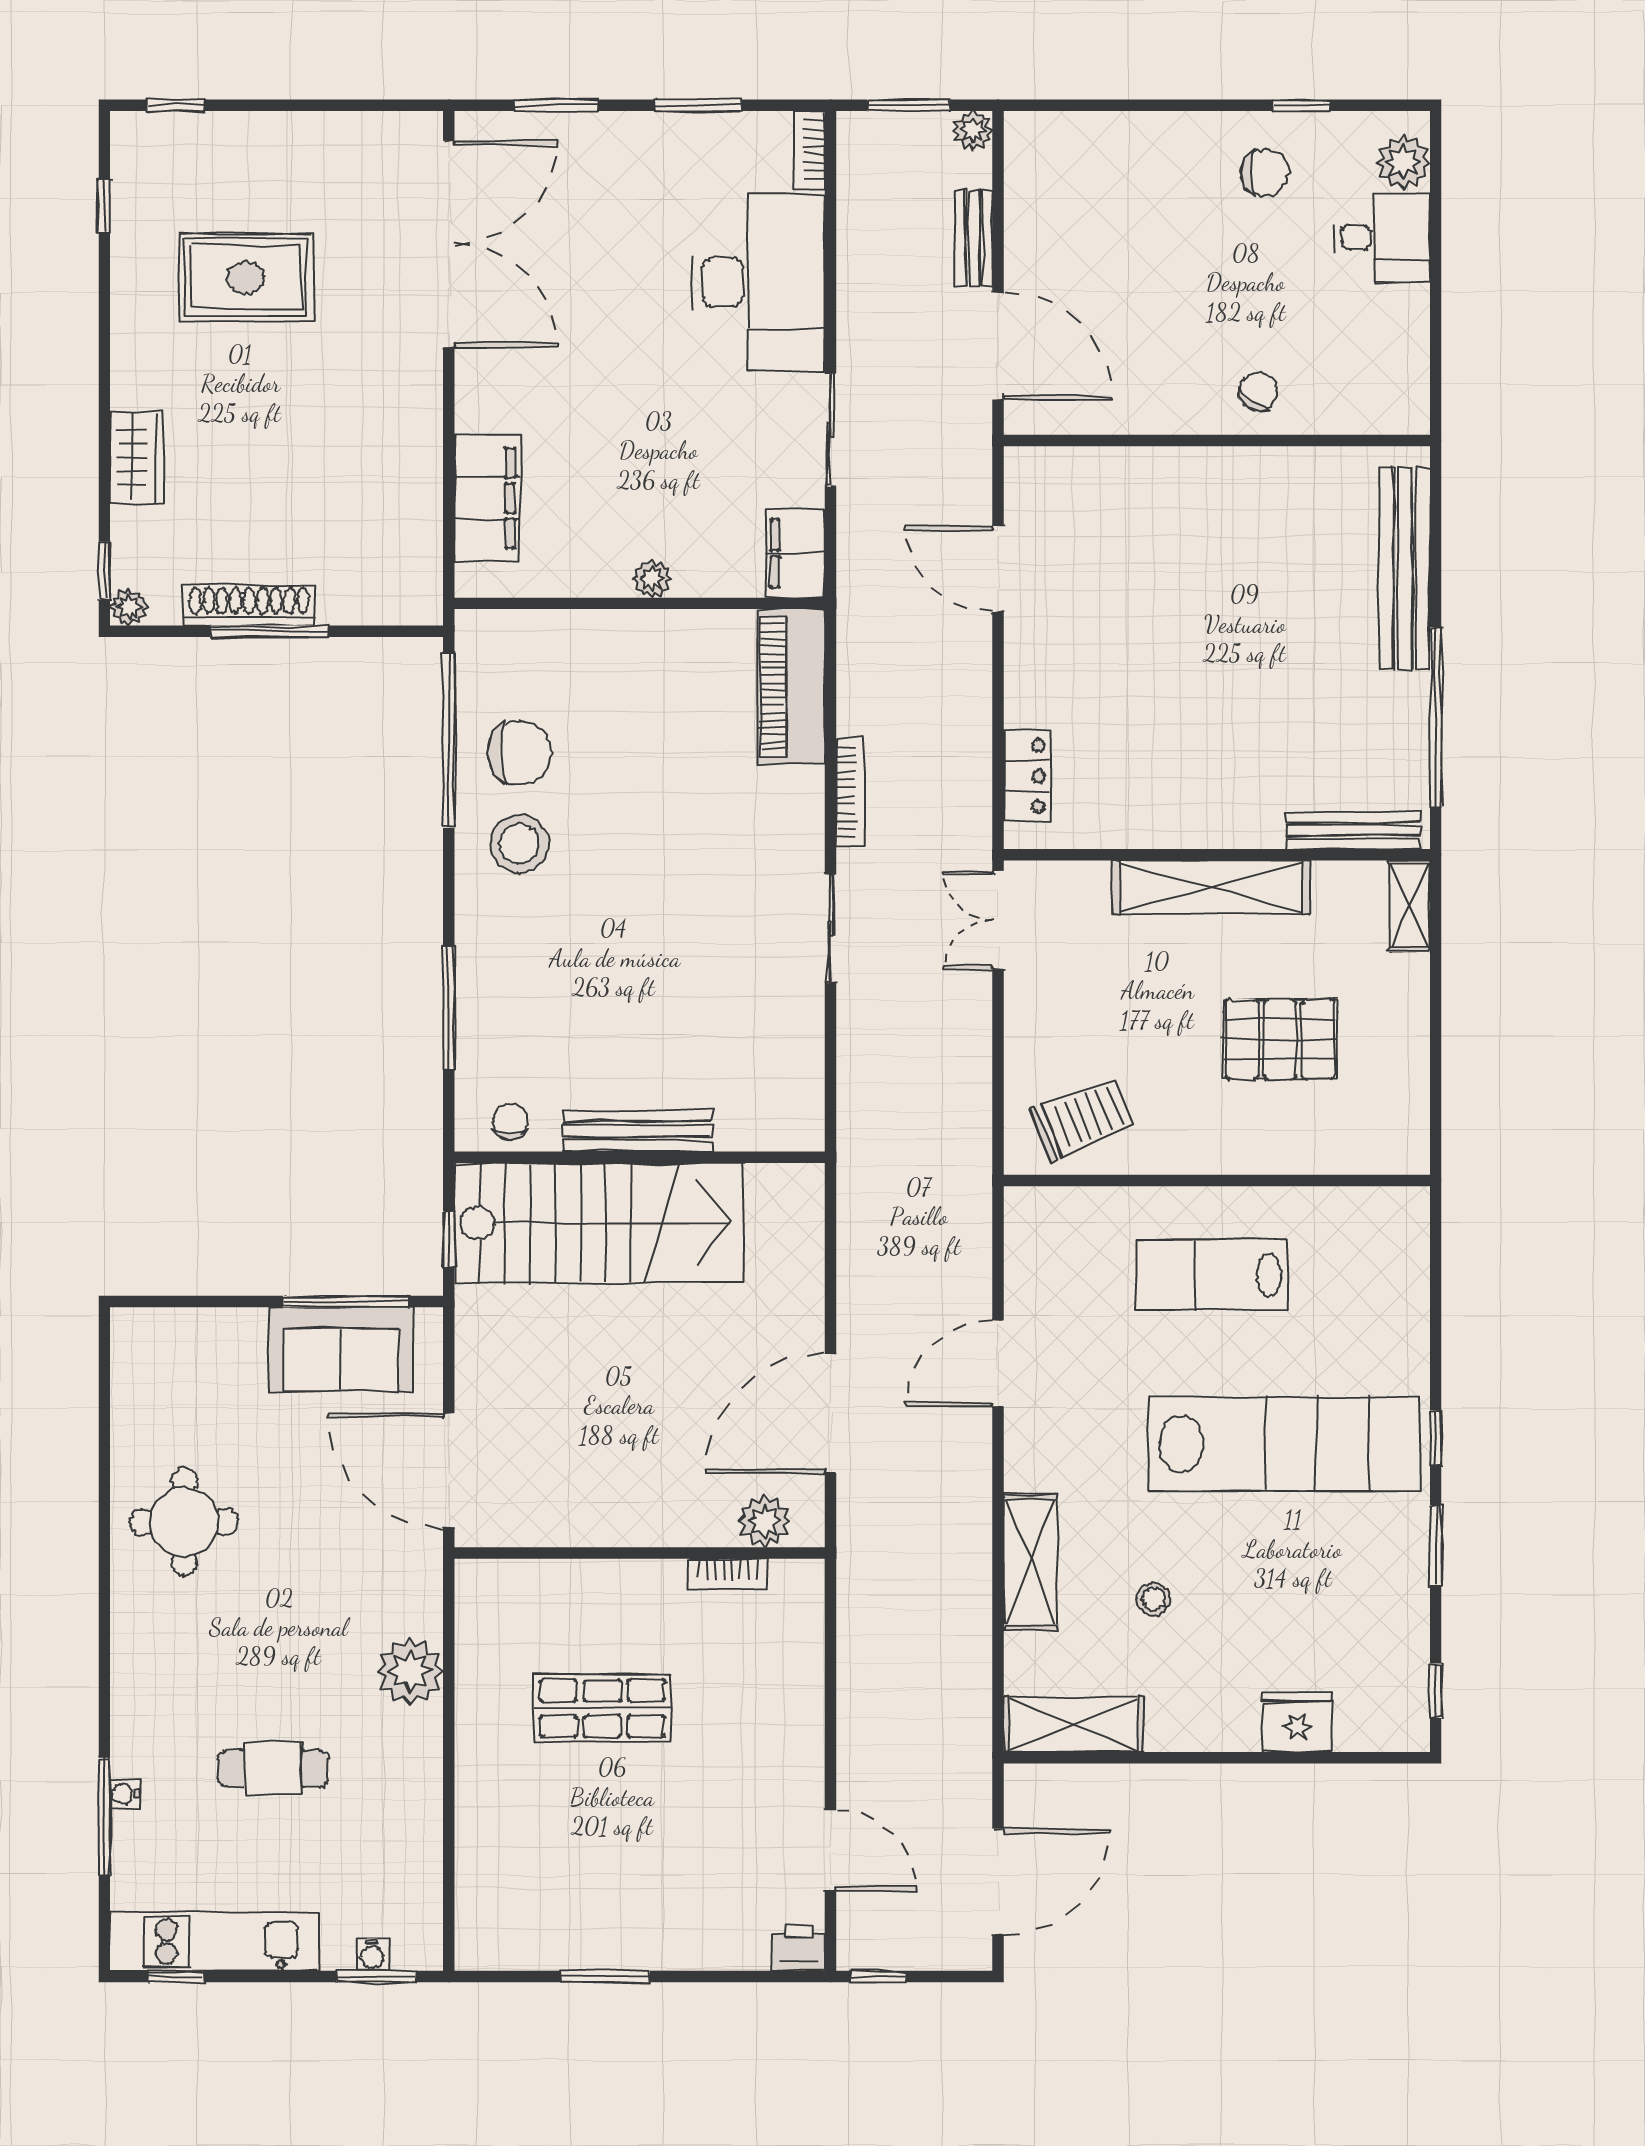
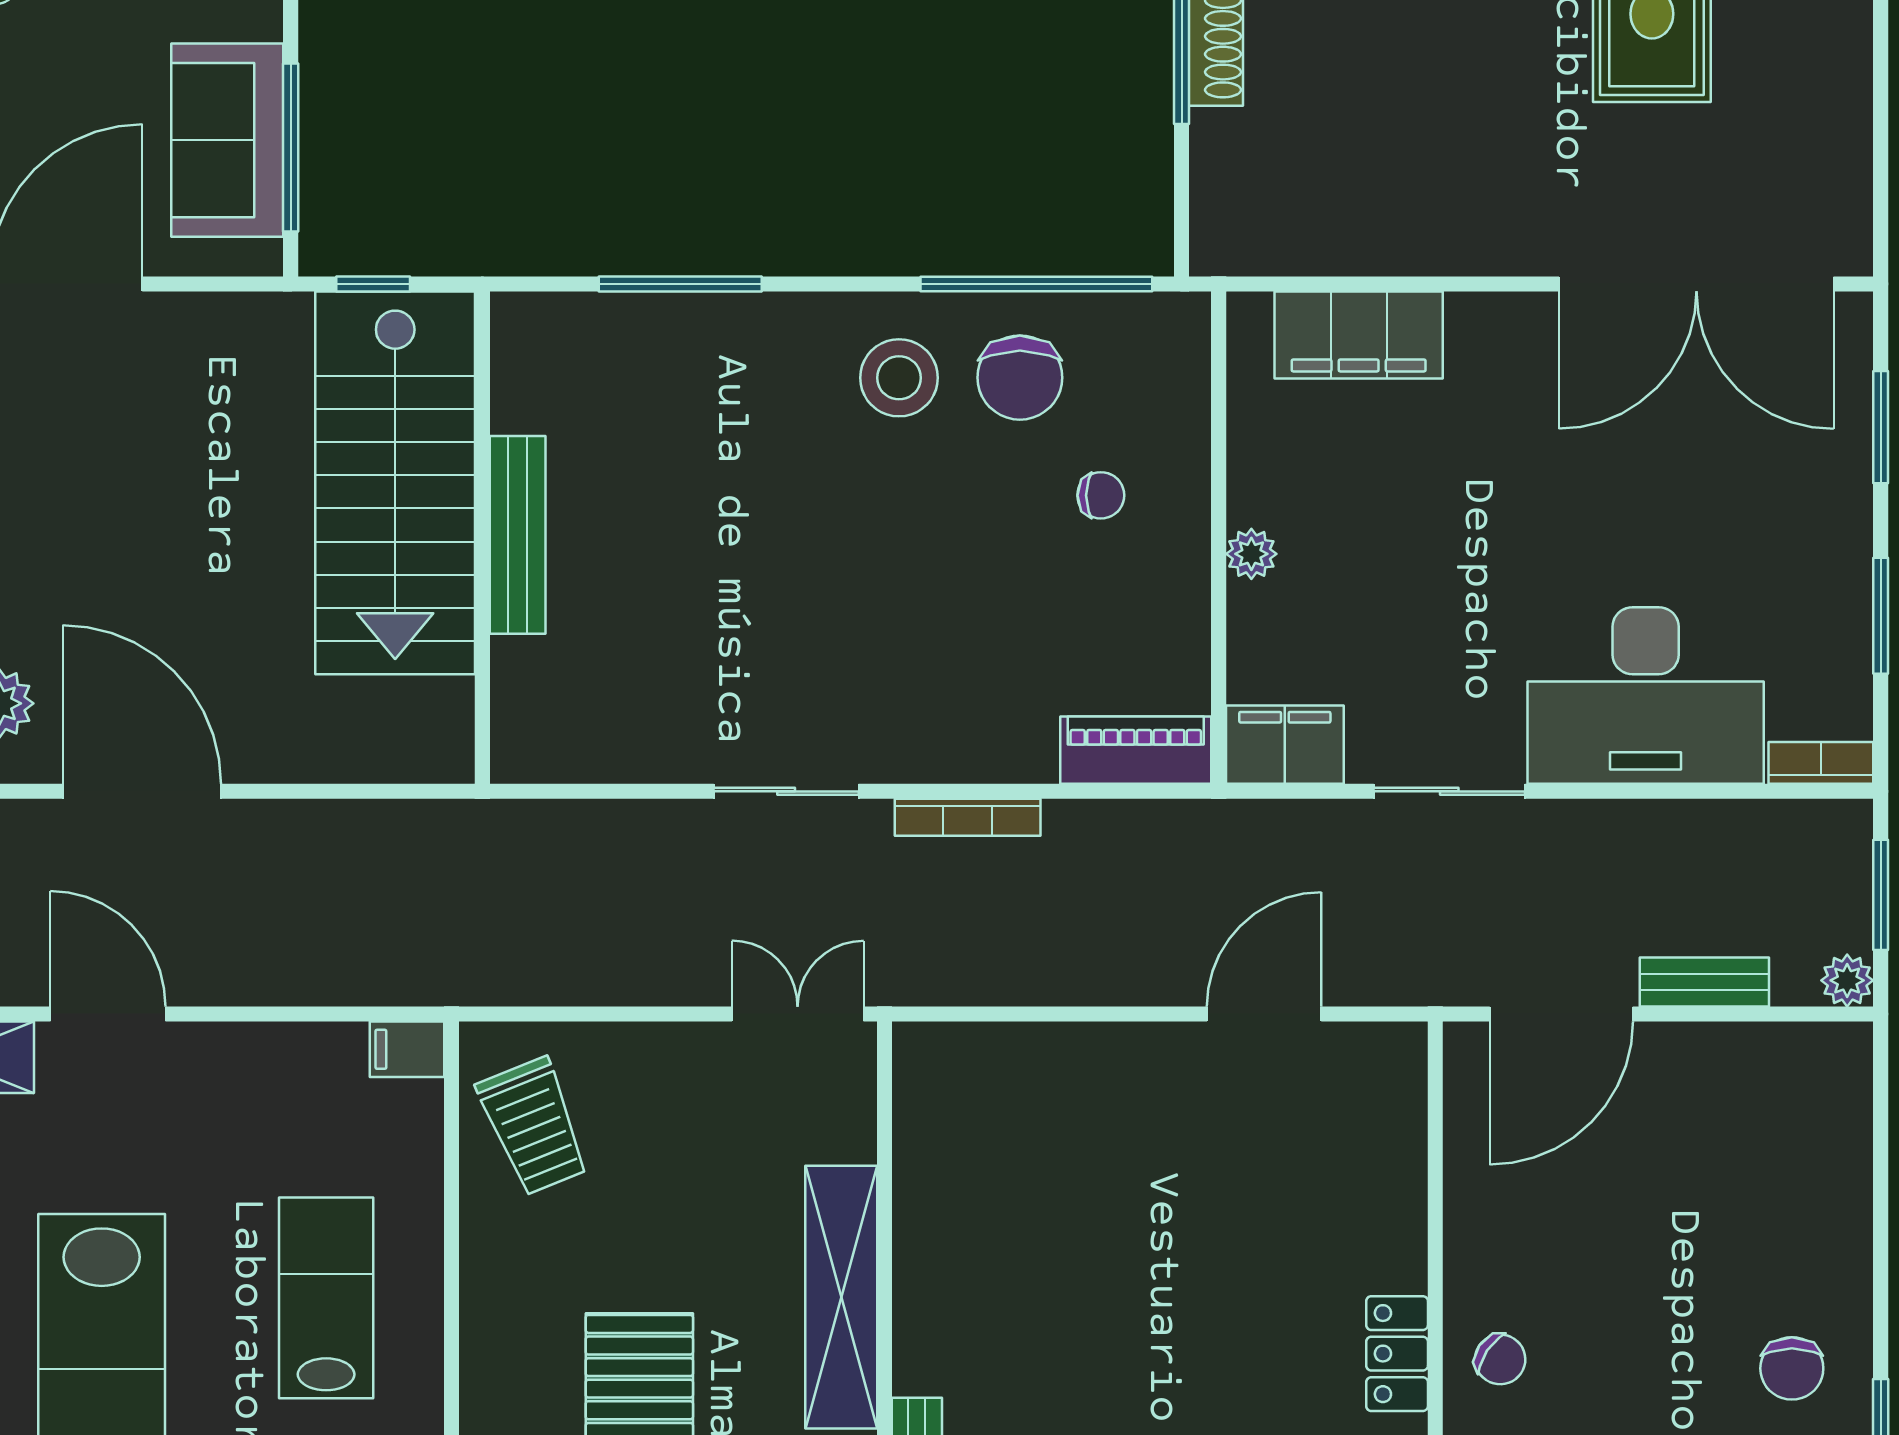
piano: (791, 687) -> (1136, 750), width x0.73, depth x0.75
locker: (1027, 776) -> (1397, 1354), moved, turned 90
chair: (510, 1122) -> (1101, 495), moved
filing cabinet: (1025, 1214) -> (407, 1049), added
door: (998, 1364) -> (108, 1014), moved

